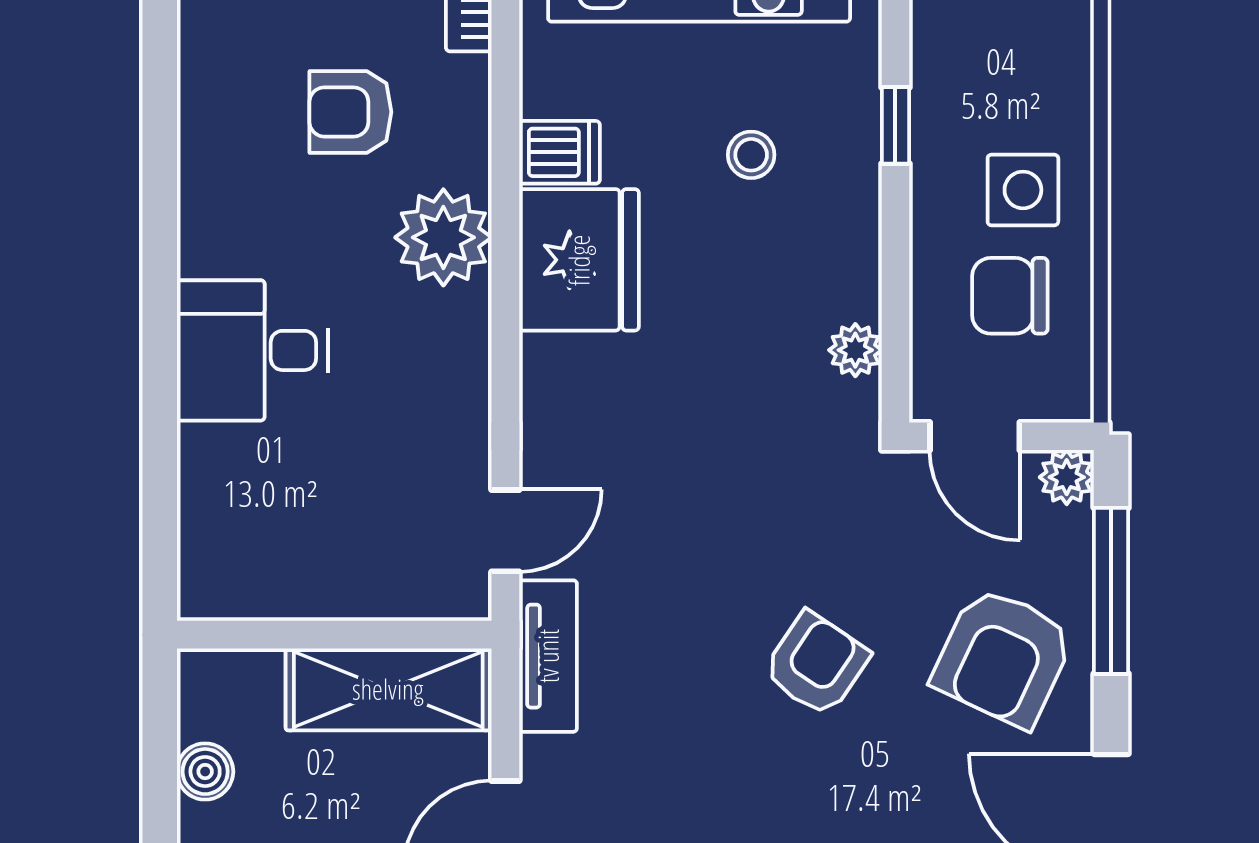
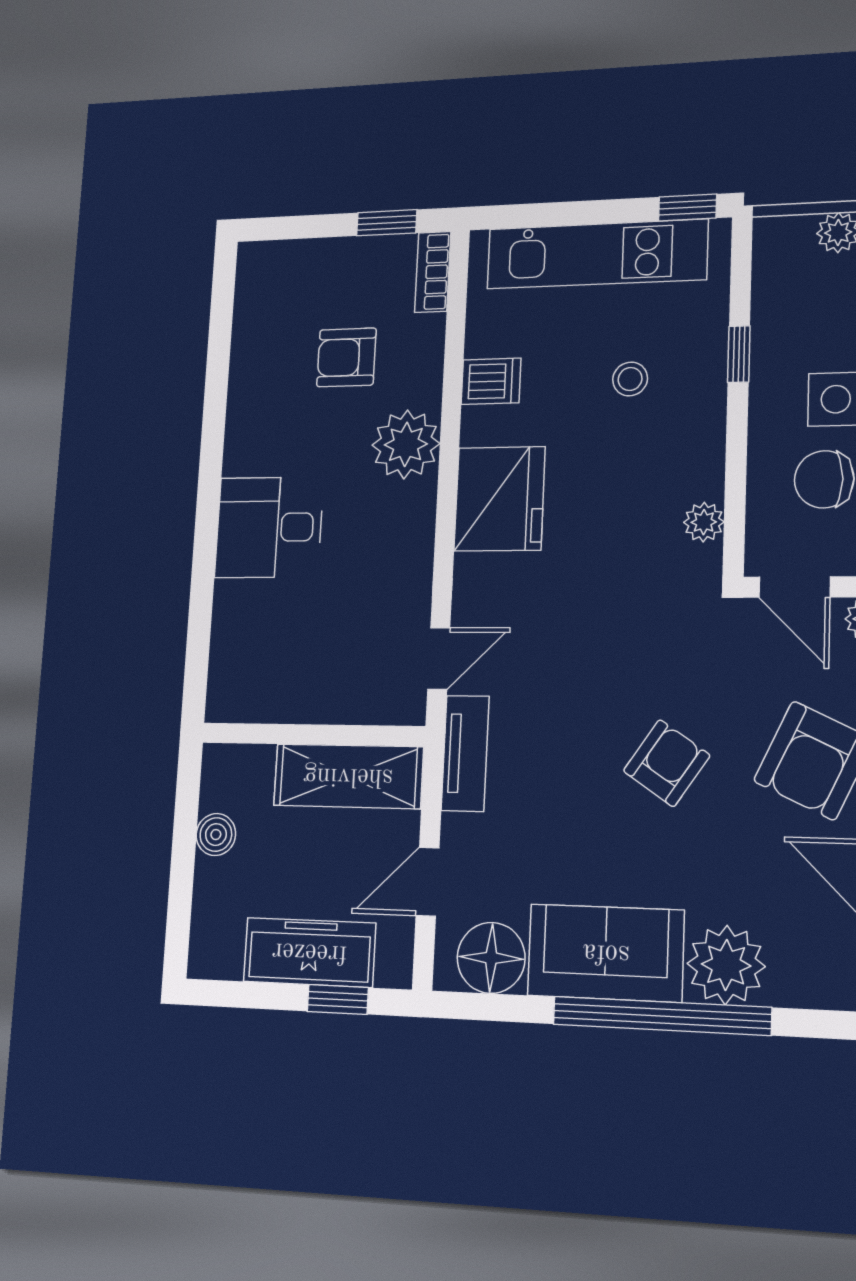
fridge: (579, 260) -> (500, 499), moved

